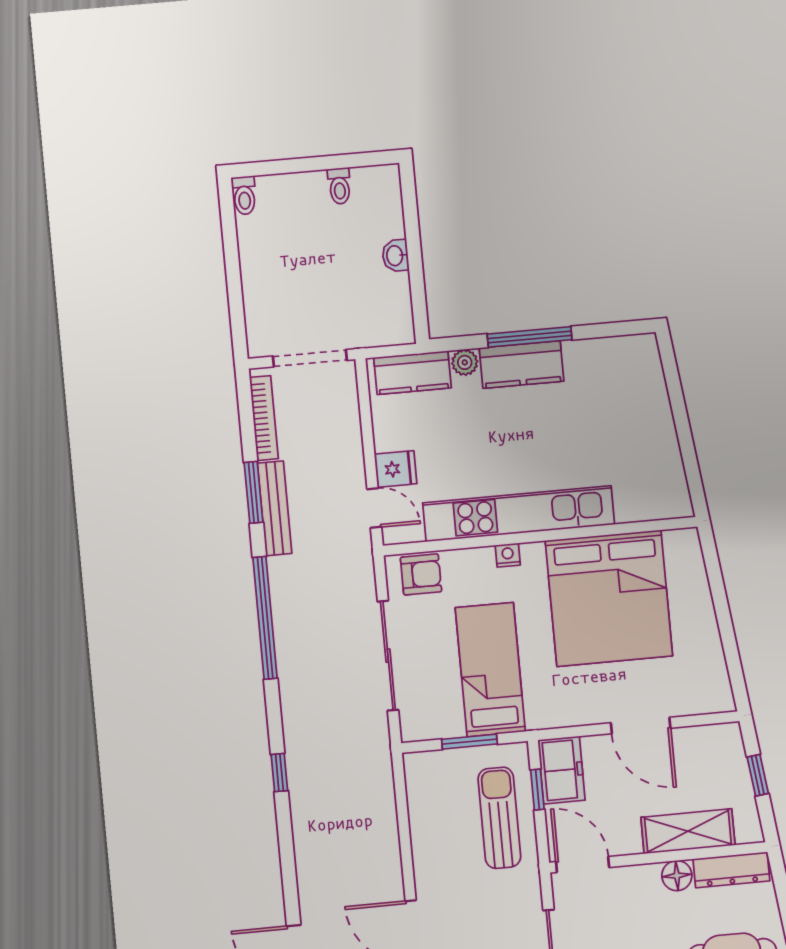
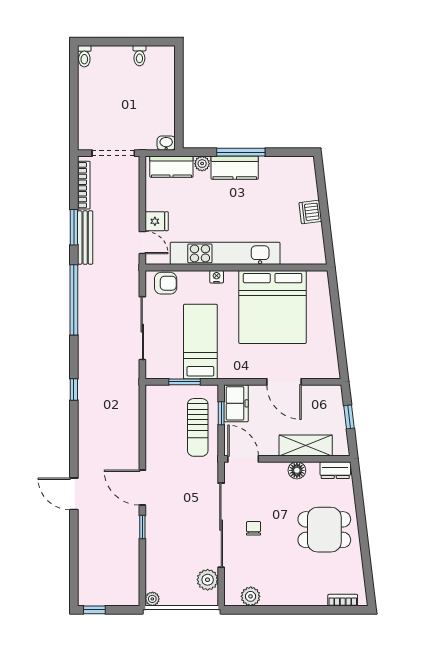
washbasin: (395, 256) -> (166, 143), moved, turned 90
dishwasher: (659, 429) -> (310, 212), added
sun lounger: (499, 818) -> (198, 427), turned 180
dresser: (731, 870) -> (335, 470), width x0.70

